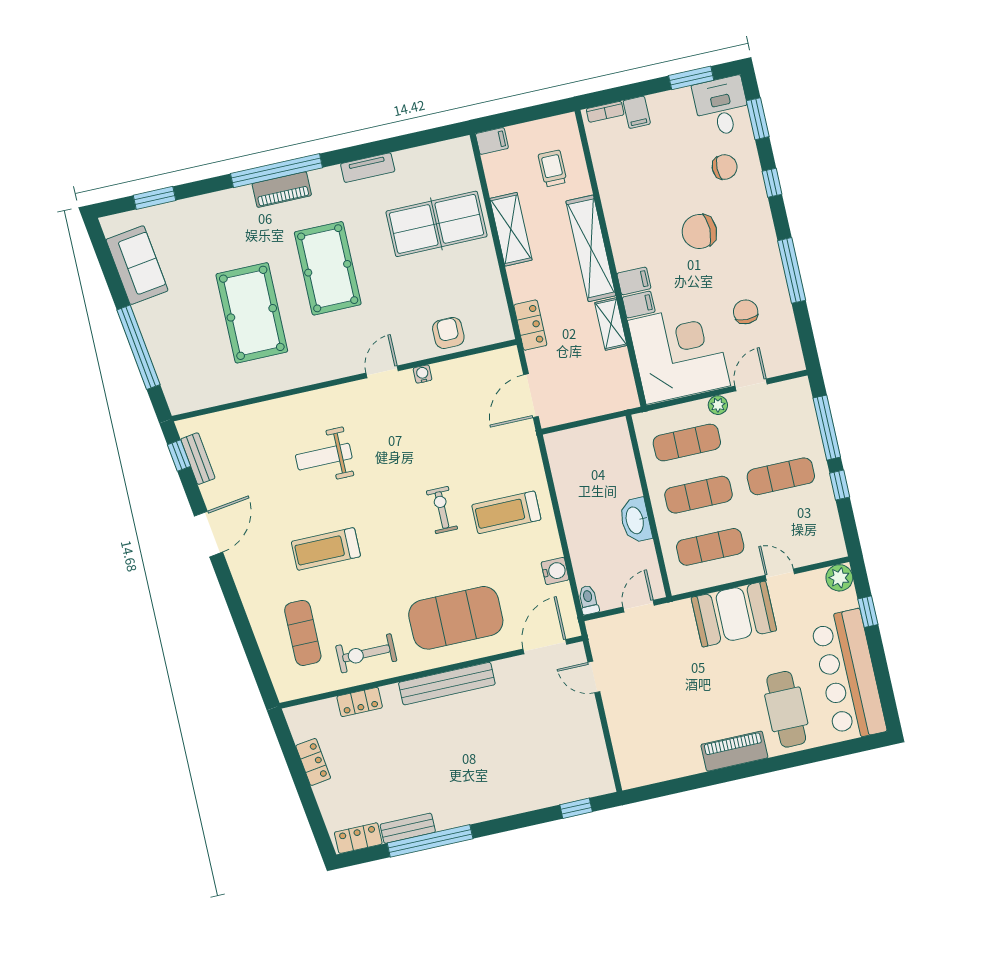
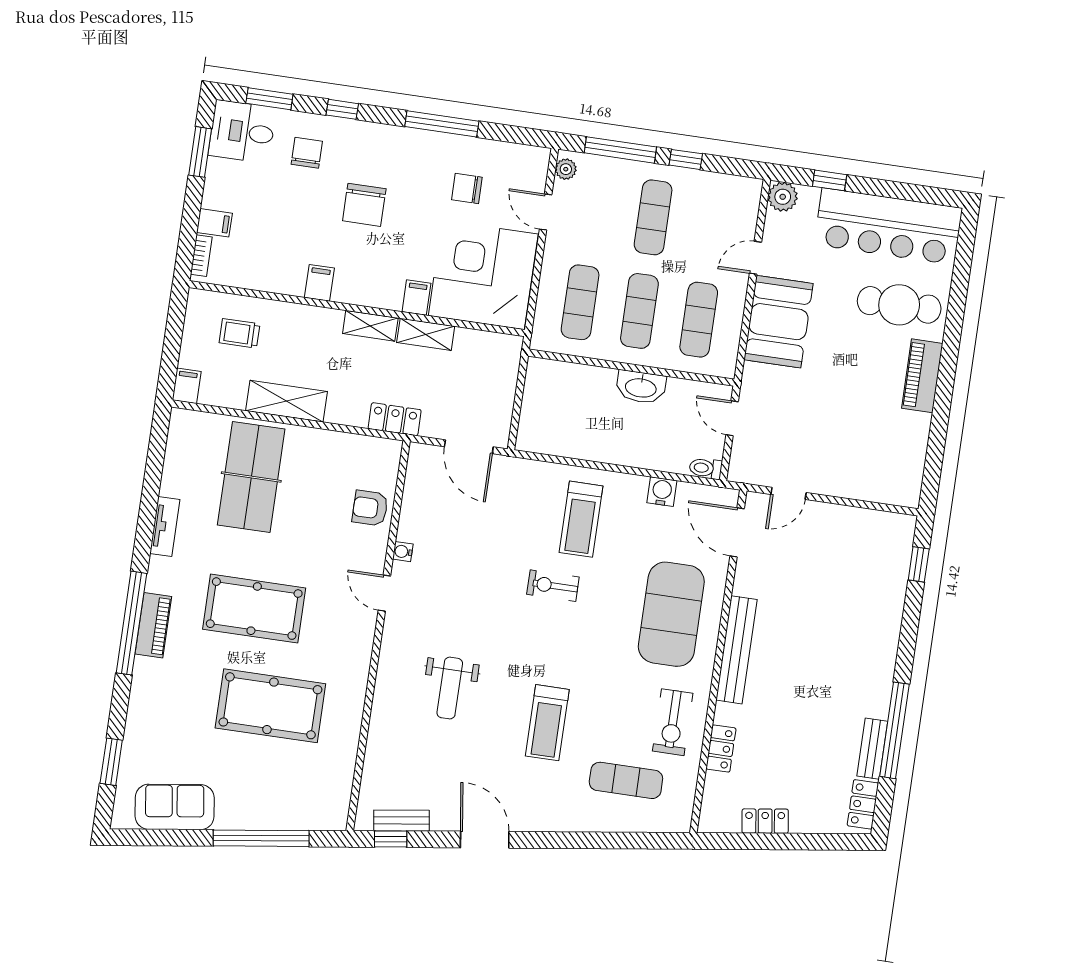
shelving: (591, 248) -> (370, 326), width x0.45, depth x0.75
filing cabinet: (634, 281) -> (319, 283), moved
plant: (718, 405) -> (566, 169), moved

